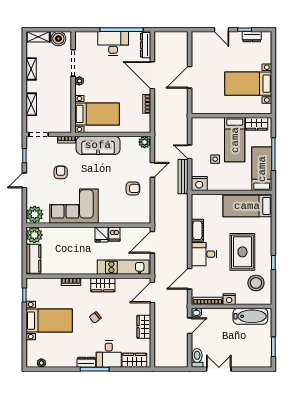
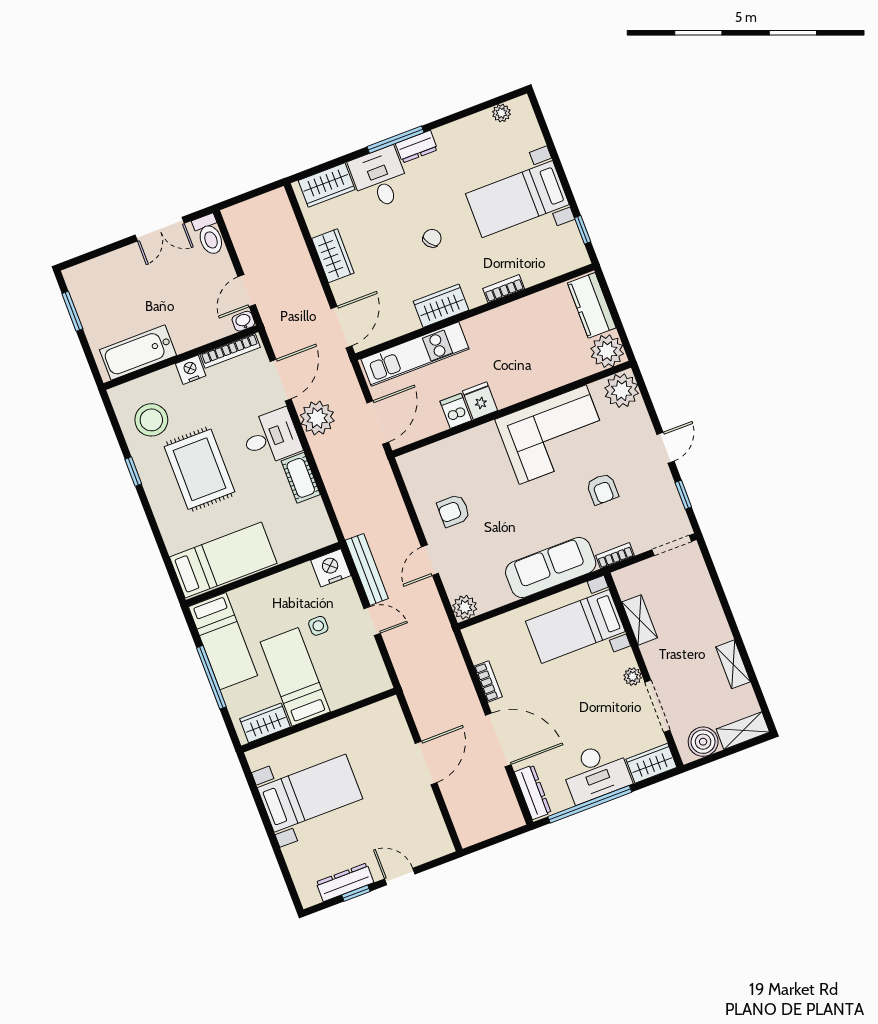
dresser: (252, 37) -> (345, 882), width x1.44
wardrobe: (86, 38) -> (651, 763), added
shelving: (31, 104) -> (640, 620), moved
plant: (179, 255) -> (317, 418), added

